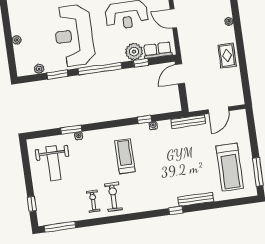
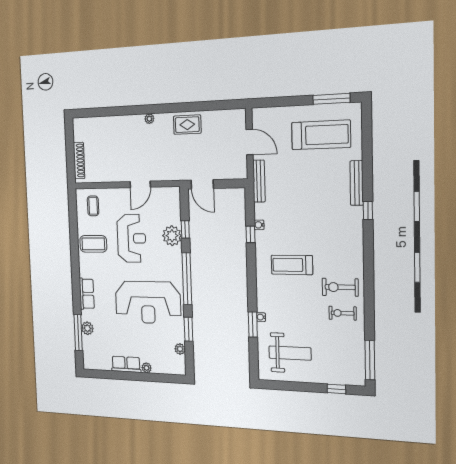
row of seats: (157, 50) -> (126, 364), moved, turned 90

